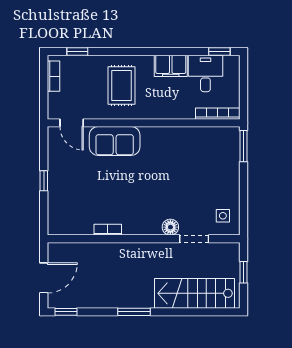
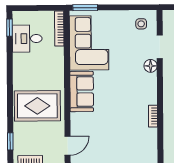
filing cabinet: (171, 66) -> (21, 66), removed
rug: (121, 86) -> (37, 106), width x1.36, depth x1.43
sofa: (115, 141) -> (82, 92), moved
corner sofa: (200, 151) -> (89, 43), added

